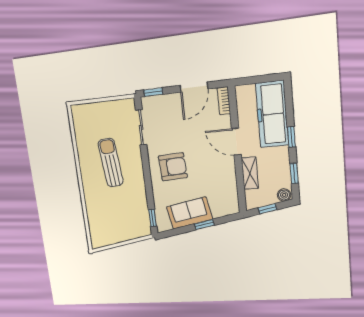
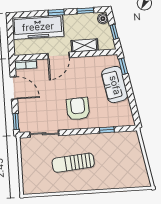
sofa: (189, 213) -> (115, 85), moved
window: (153, 218) -> (107, 130), moved
window: (204, 225) -> (123, 66), moved

